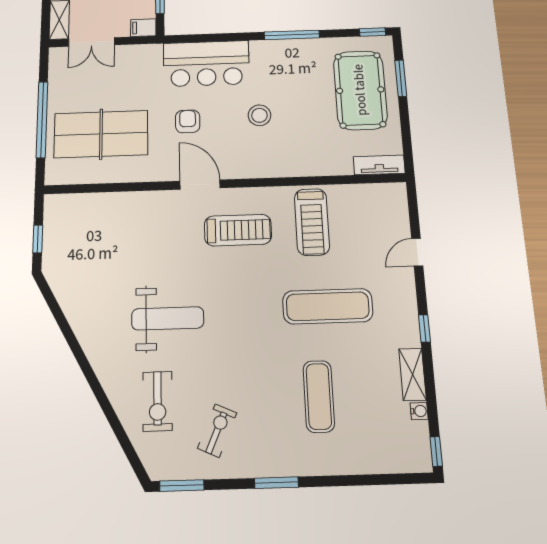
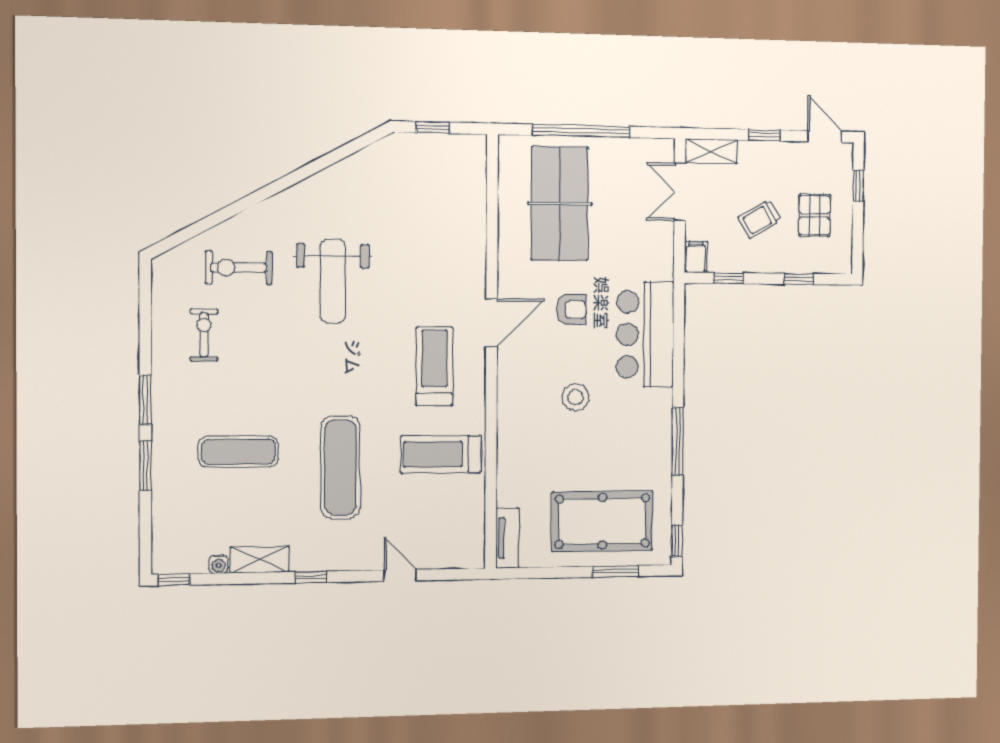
treadmill: (238, 230) -> (434, 366), turned 180
exercise bike: (217, 431) -> (204, 335), turned -114
window: (182, 486) -> (145, 466), moved

